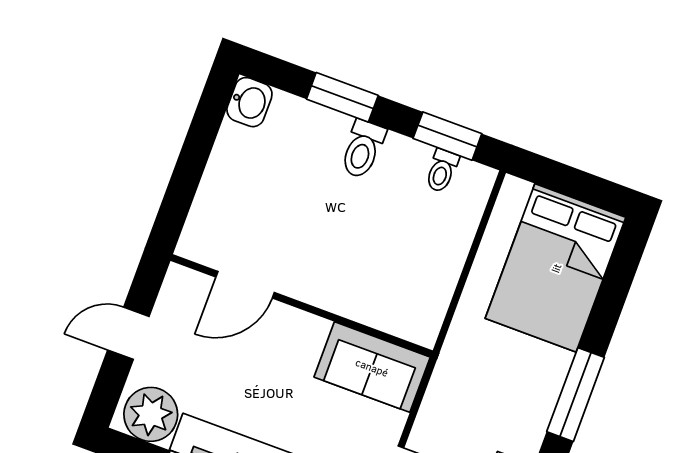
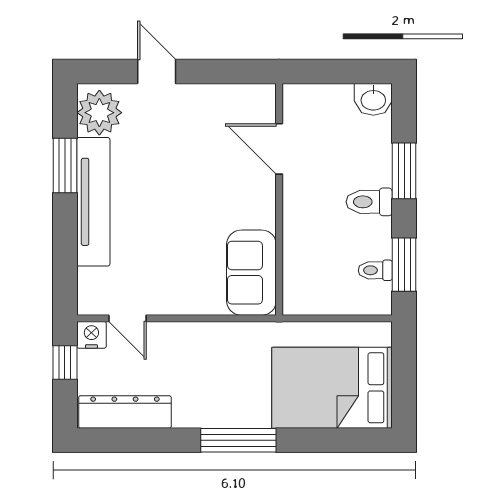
door: (245, 285) -> (279, 149), moved
wall: (302, 306) -> (279, 199), moved
sofa: (372, 367) -> (251, 273), moved

